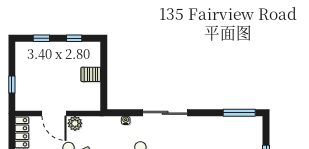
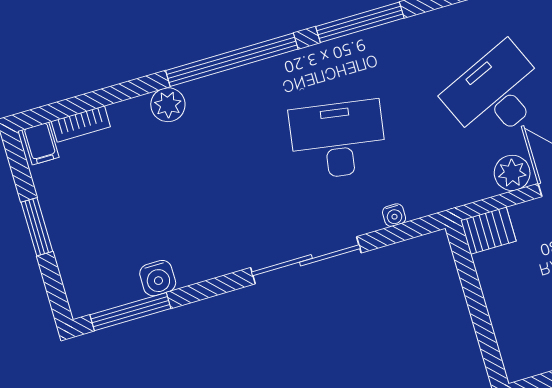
server rack: (91, 74) -> (488, 231), moved
water cooler: (225, 123) -> (158, 278), added

